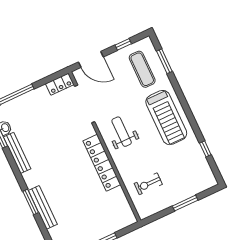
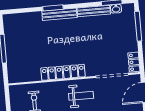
bench: (43, 207) -> (59, 14), moved

